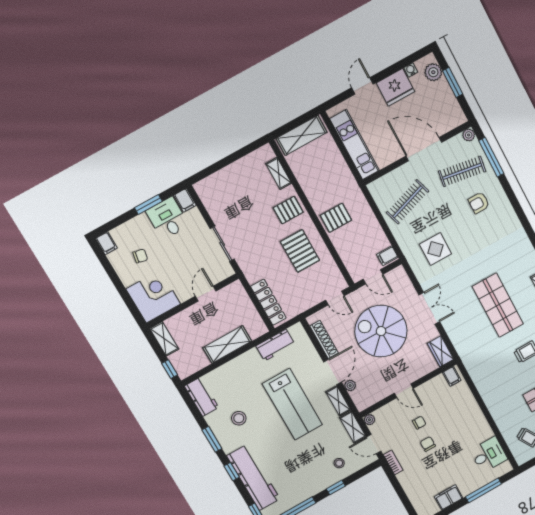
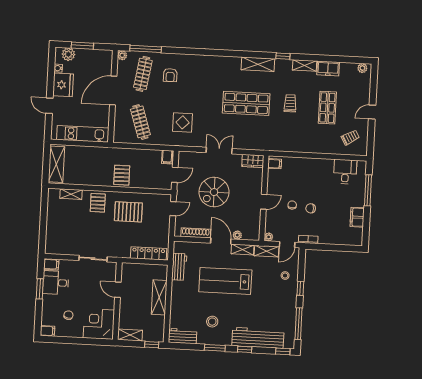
spiral stairs: (381, 331) -> (214, 192), width x0.73, depth x0.73
lab bench: (292, 404) -> (225, 281), turned 180

